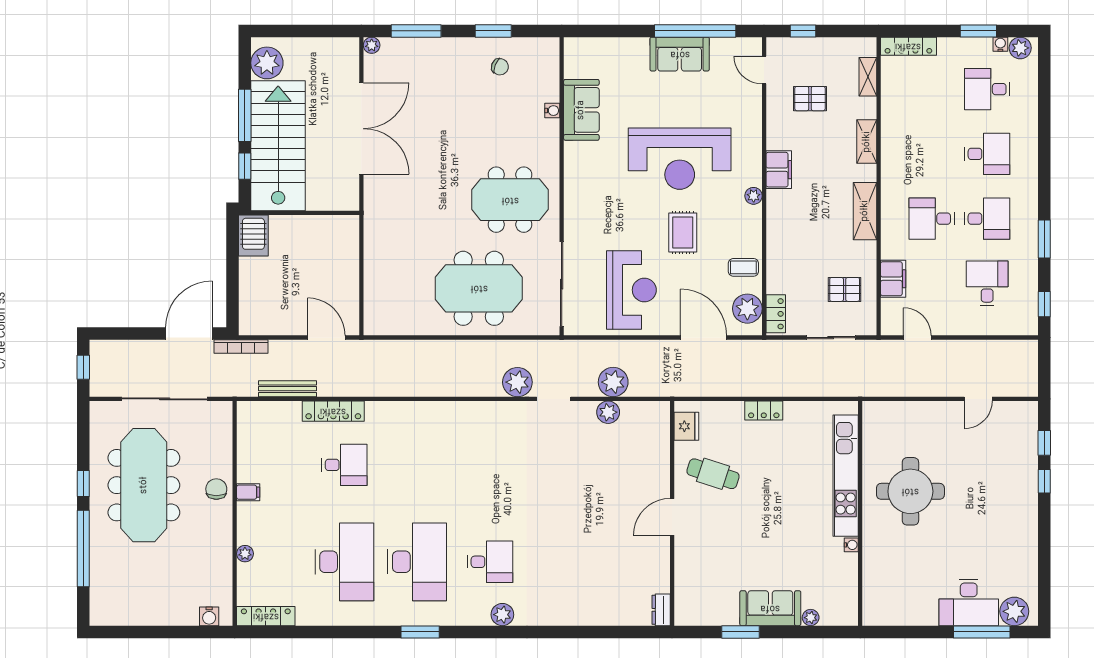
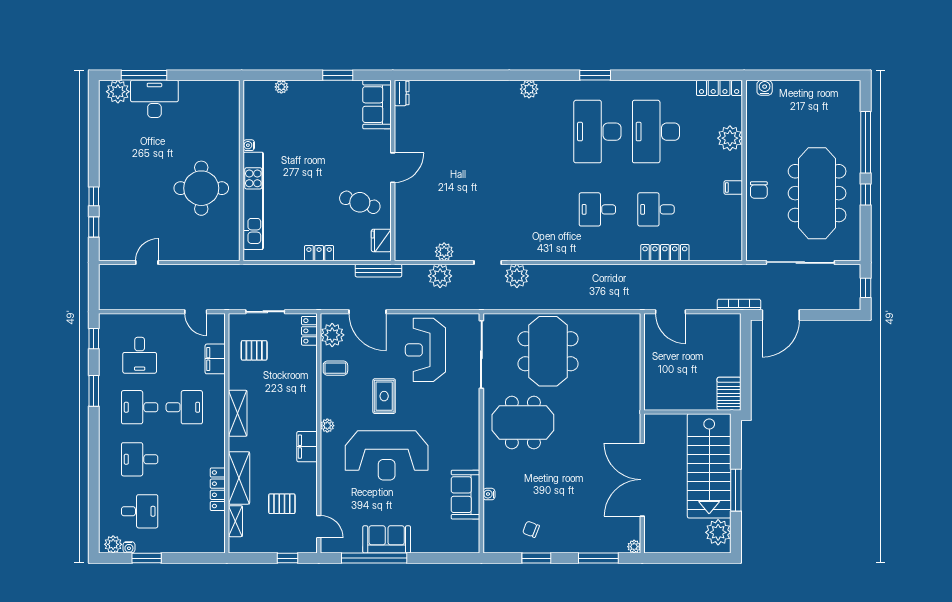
locker: (908, 46) -> (218, 489), moved, turned -90
shelving: (867, 142) -> (239, 478), width x1.50, depth x1.33
reception desk: (680, 159) -> (387, 455), turned 180
window: (245, 166) -> (736, 449), removed
meeting table: (479, 288) -> (548, 351), turned 90
bench: (287, 389) -> (378, 271), moved
plant: (245, 554) -> (730, 138), width x1.88, depth x1.88
desk: (490, 562) -> (597, 209), moved
sofa: (770, 608) -> (377, 105), moved, turned 90

